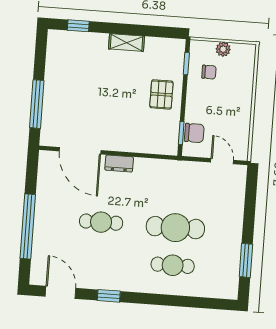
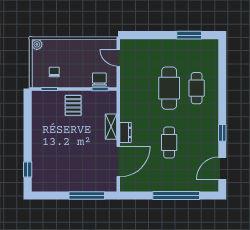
shelving: (126, 43) -> (111, 127), moved
plant: (223, 49) -> (37, 44), moved
pallet: (161, 94) -> (73, 105), turned 90
door: (222, 161) -> (118, 58), hinge flipped

